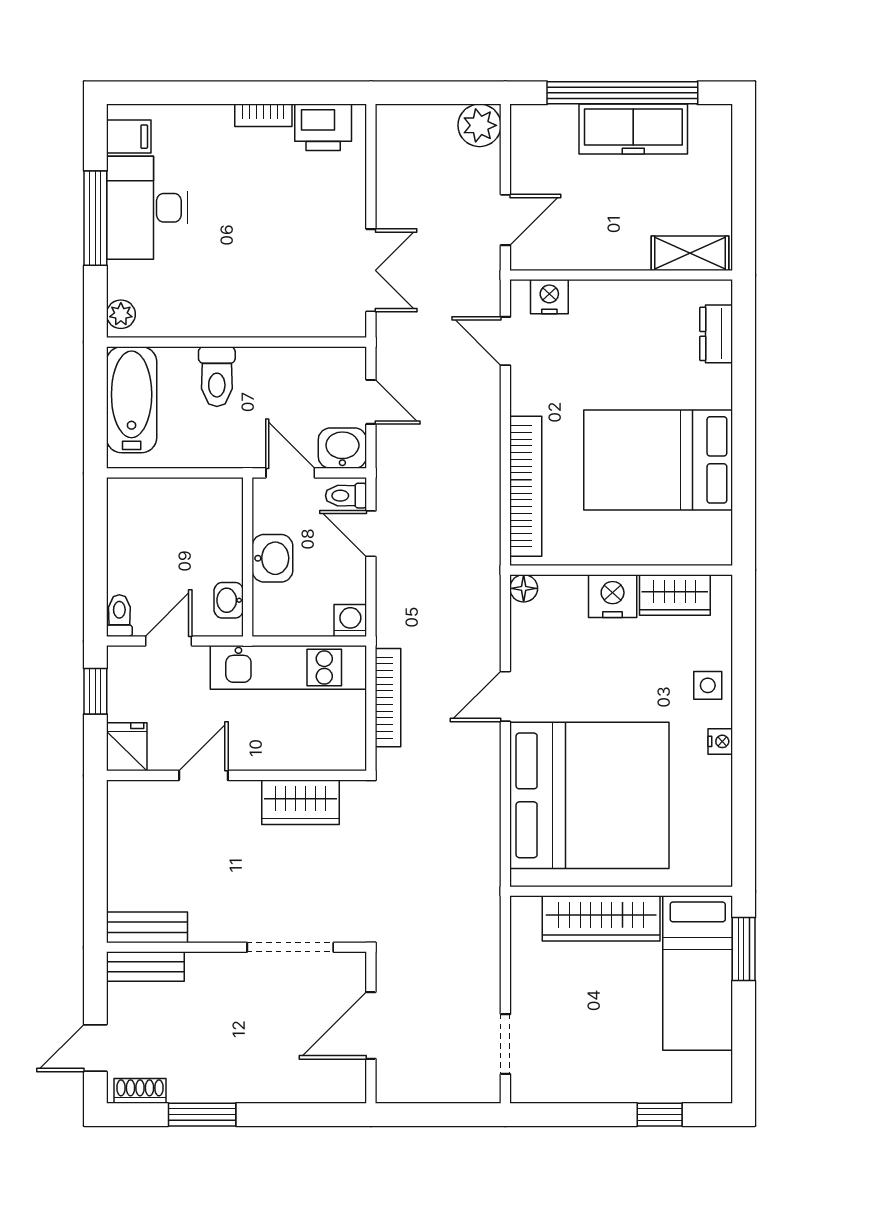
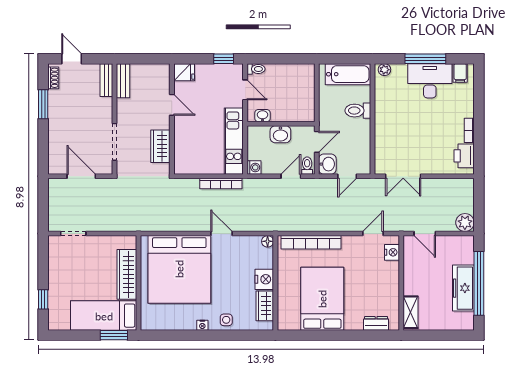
fridge: (127, 747) -> (184, 72), moved
door: (203, 775) -> (172, 105), moved
wall: (236, 775) -> (172, 119), moved
wardrobe: (301, 802) -> (160, 146), moved

